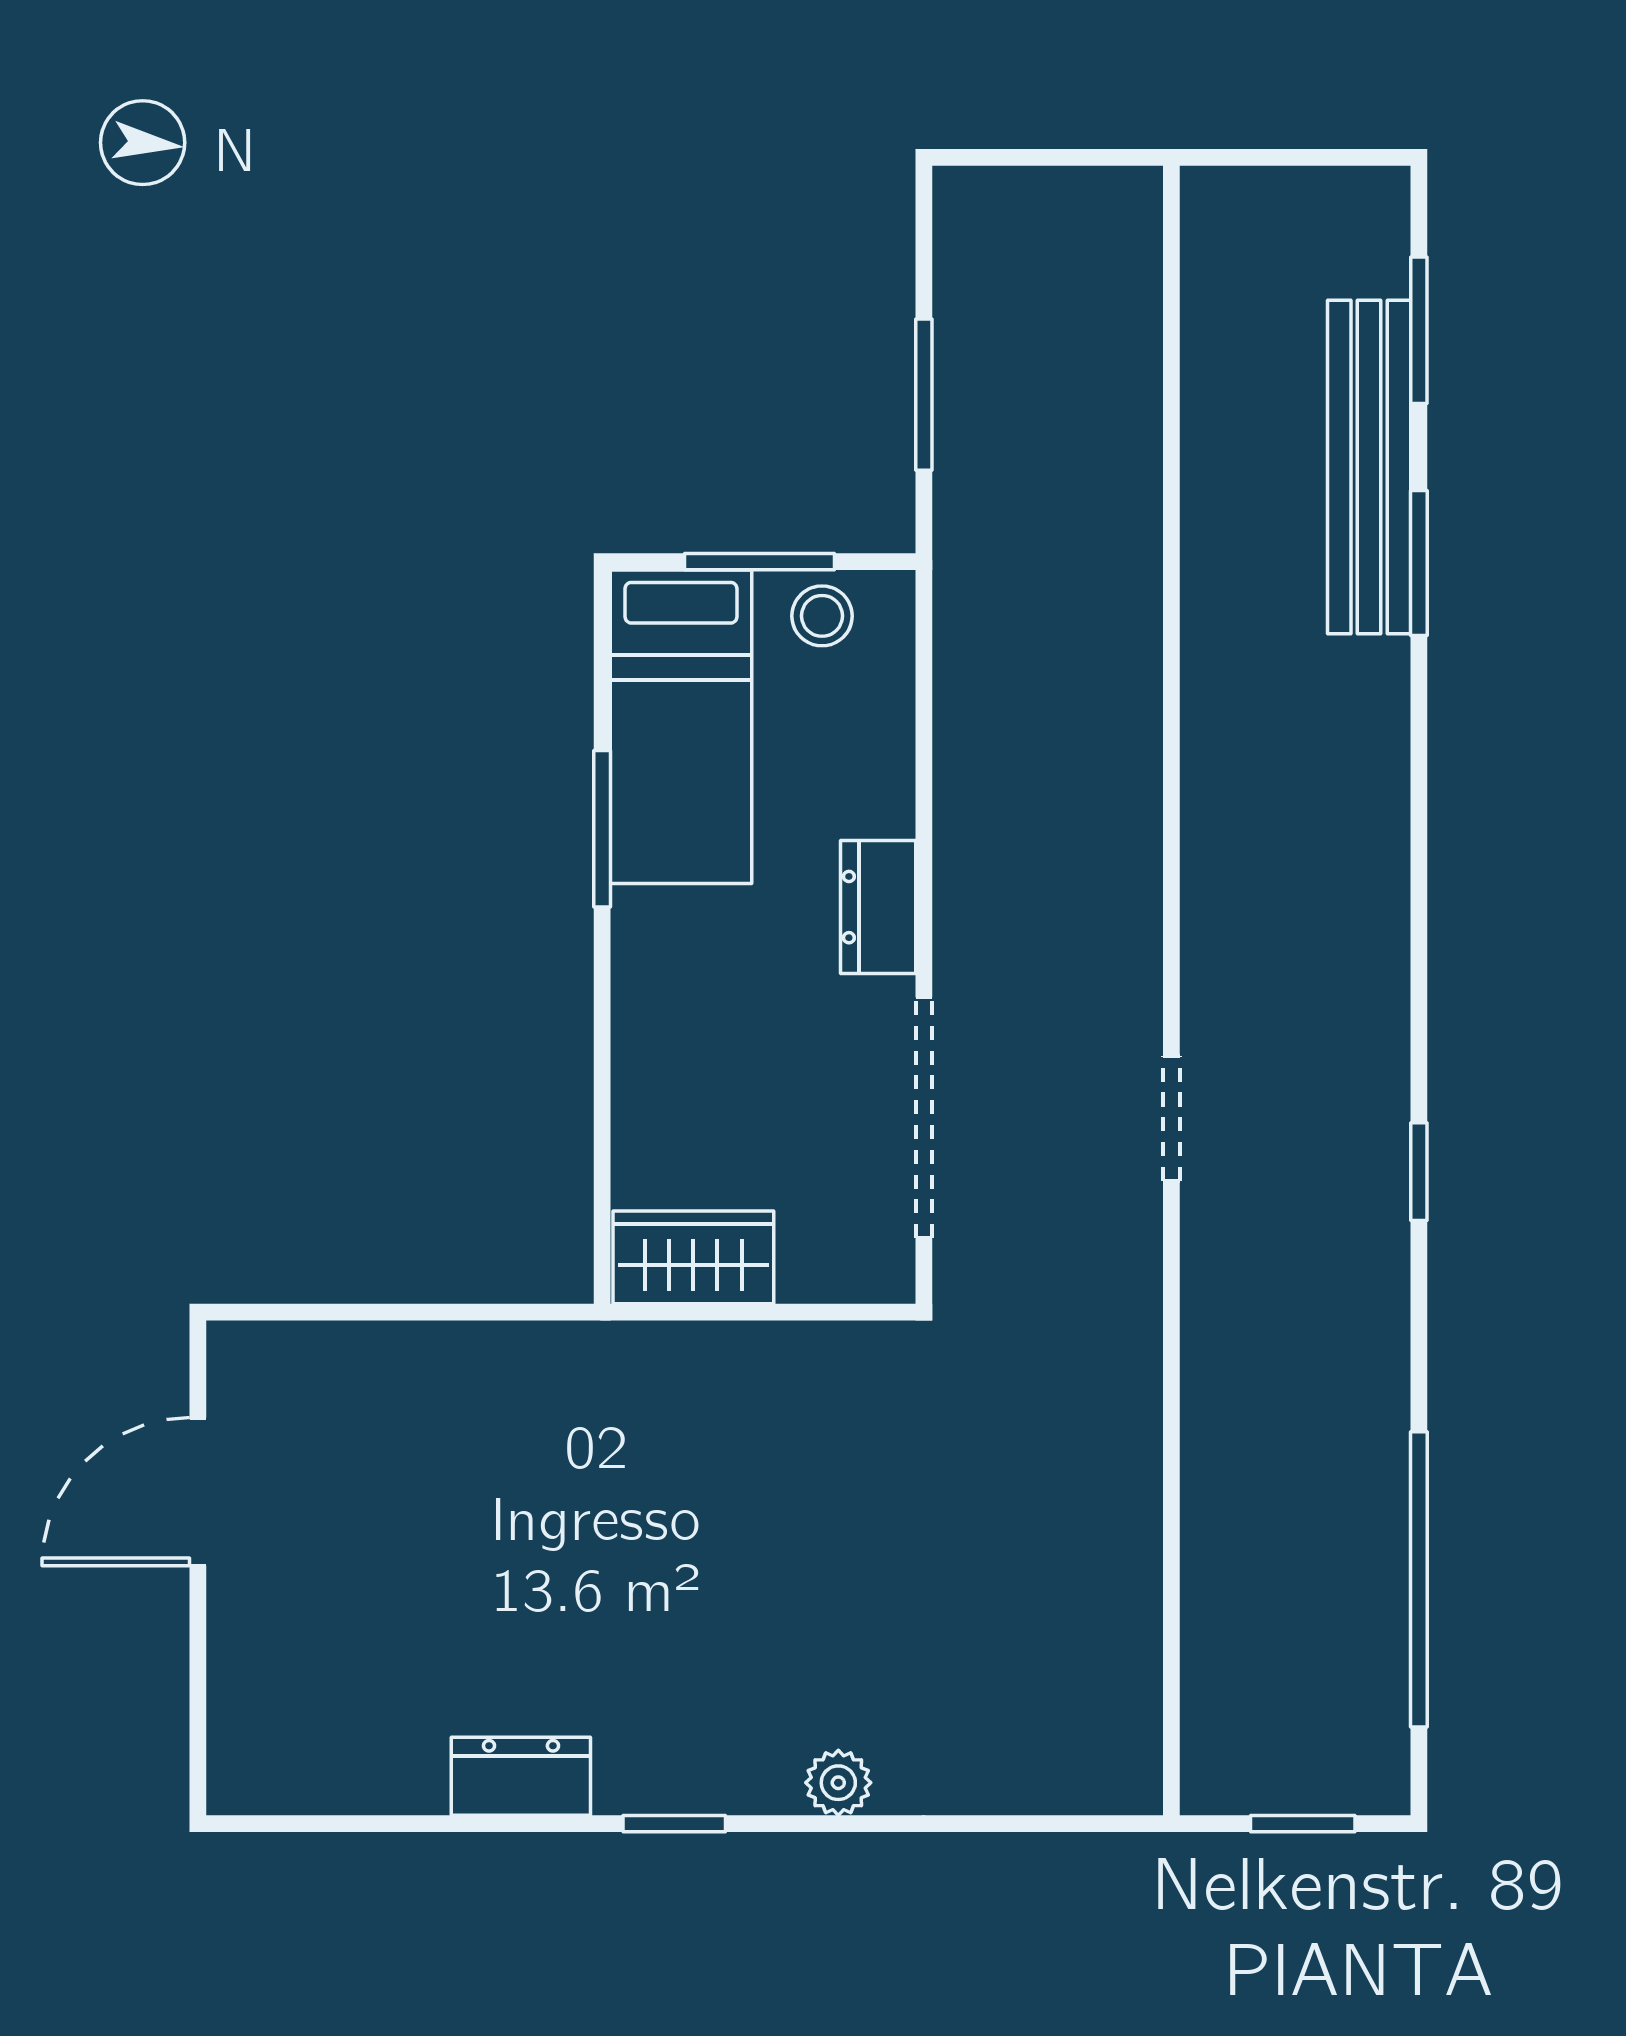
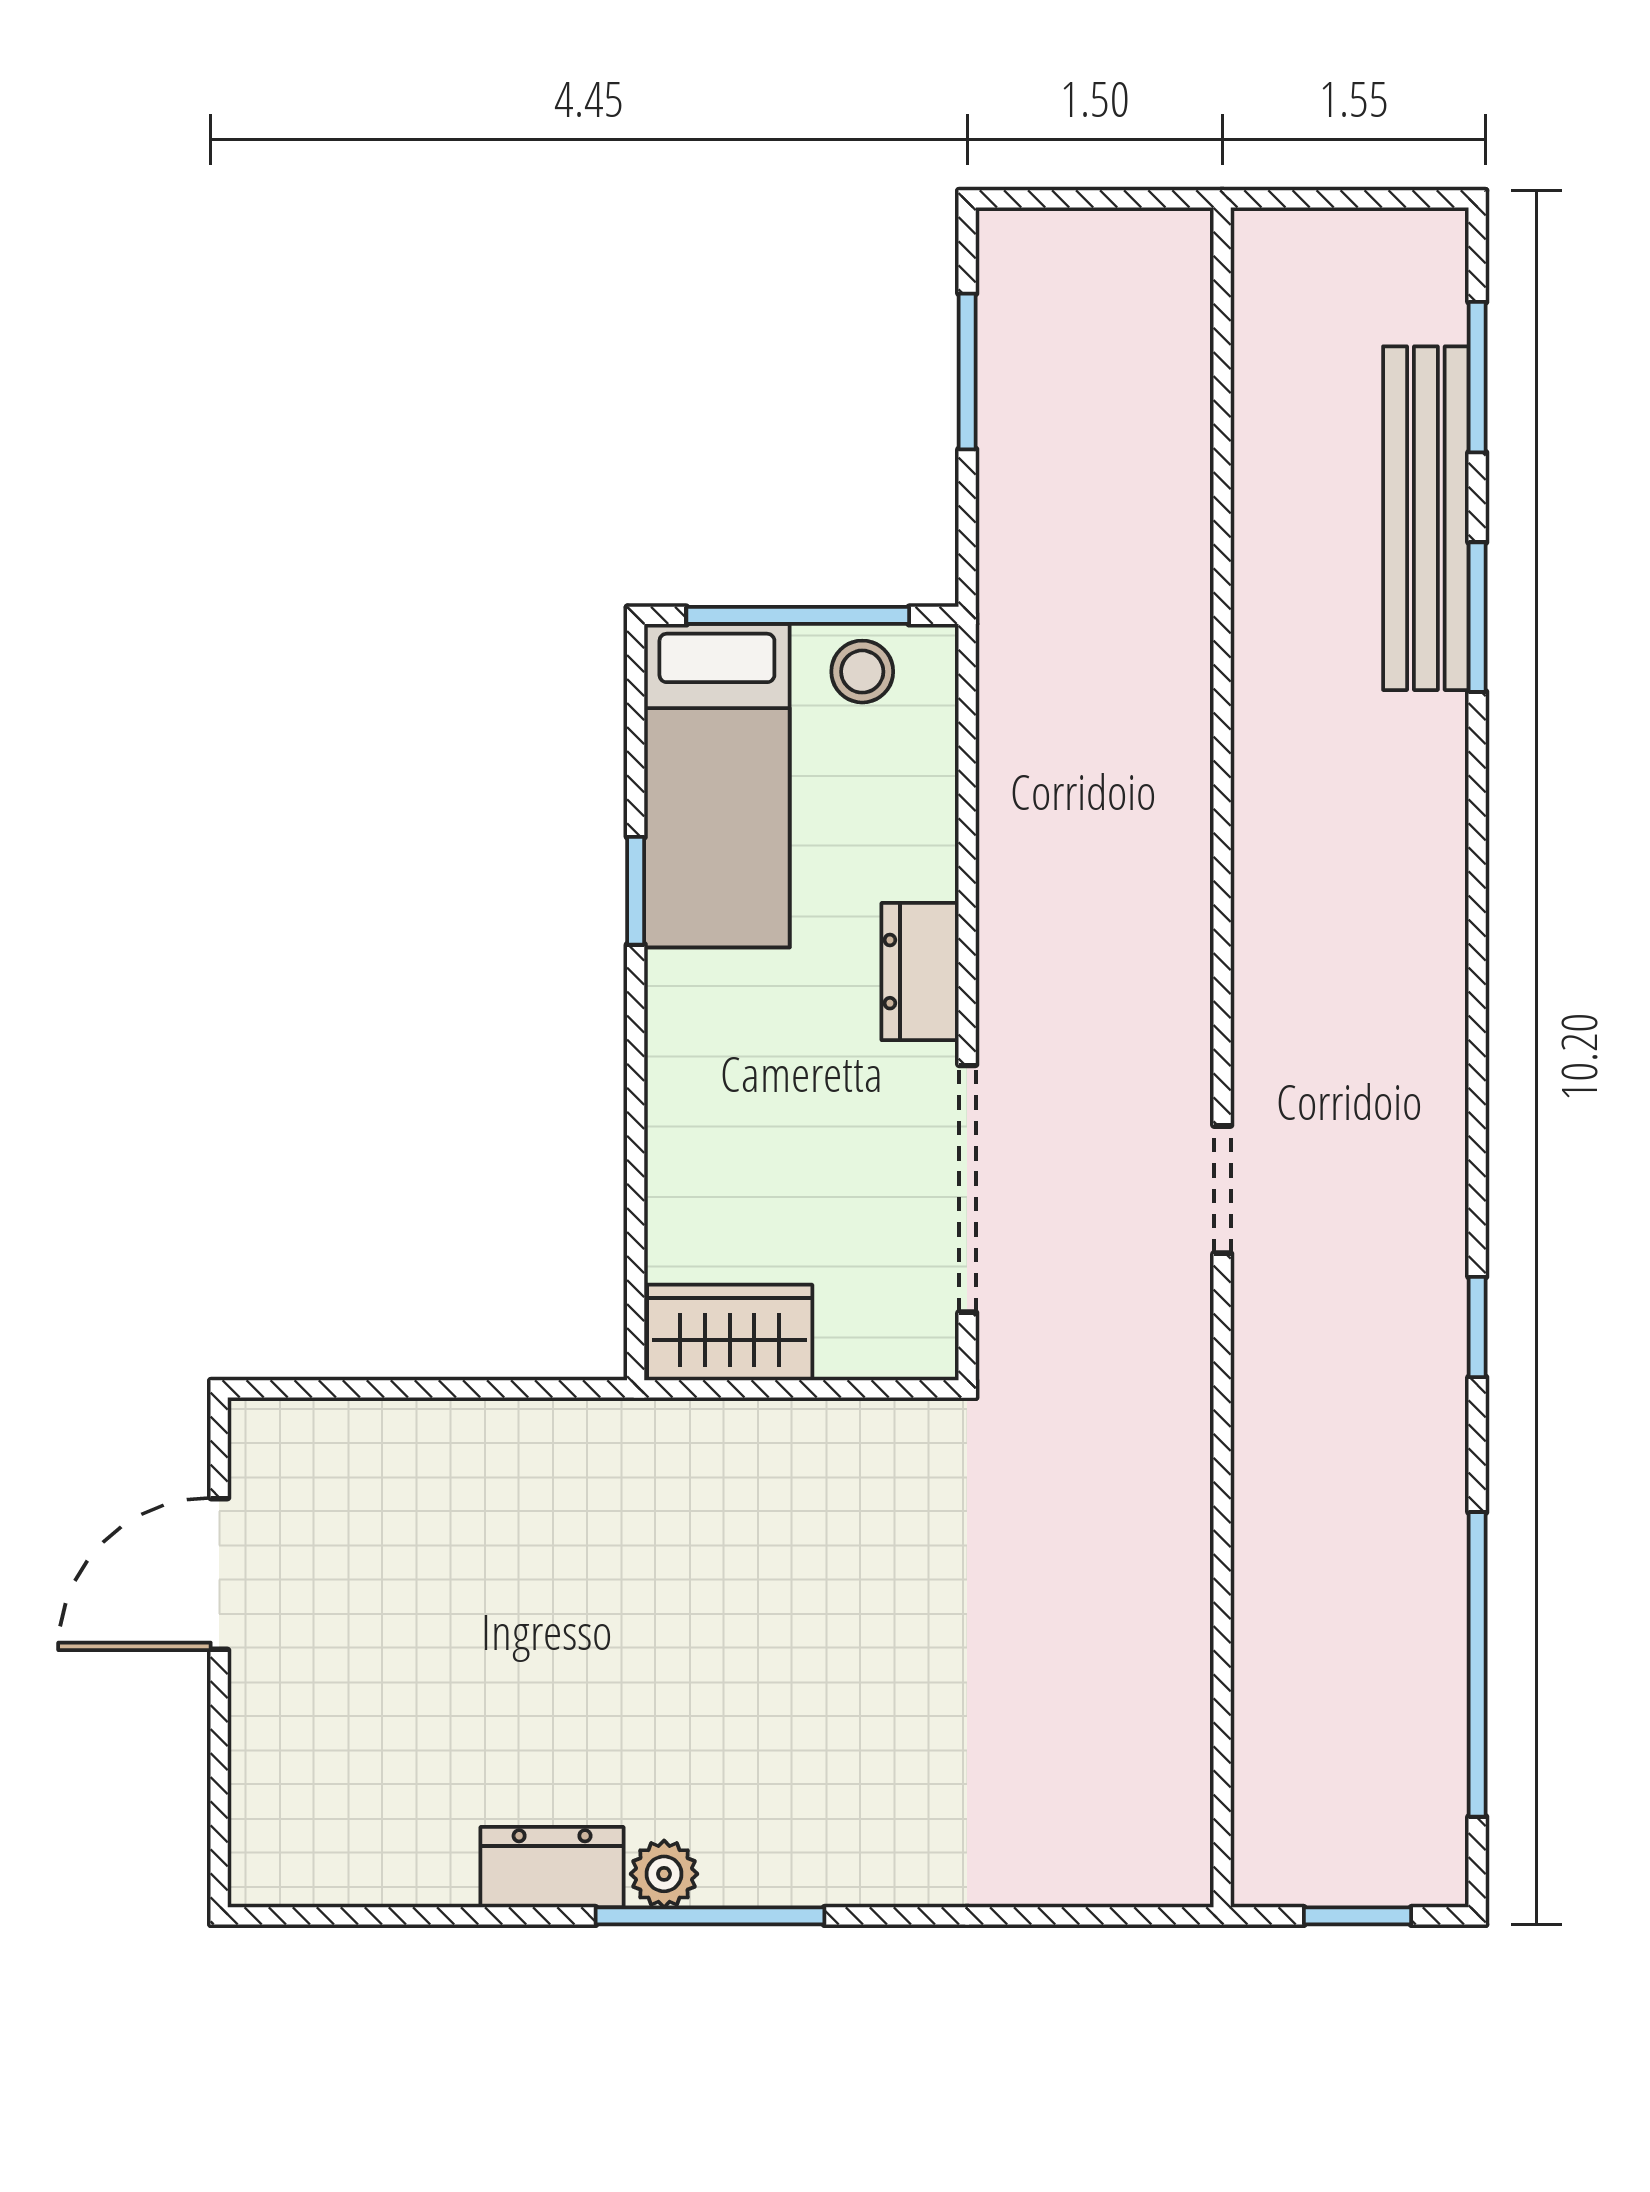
window: (924, 395) -> (967, 371), moved
window: (759, 562) -> (798, 615), width x1.44
window: (602, 829) -> (636, 891), width x0.67
window: (1419, 1172) -> (1477, 1327), moved
plant: (838, 1783) -> (664, 1874), moved
window: (674, 1824) -> (710, 1916), width x2.17

